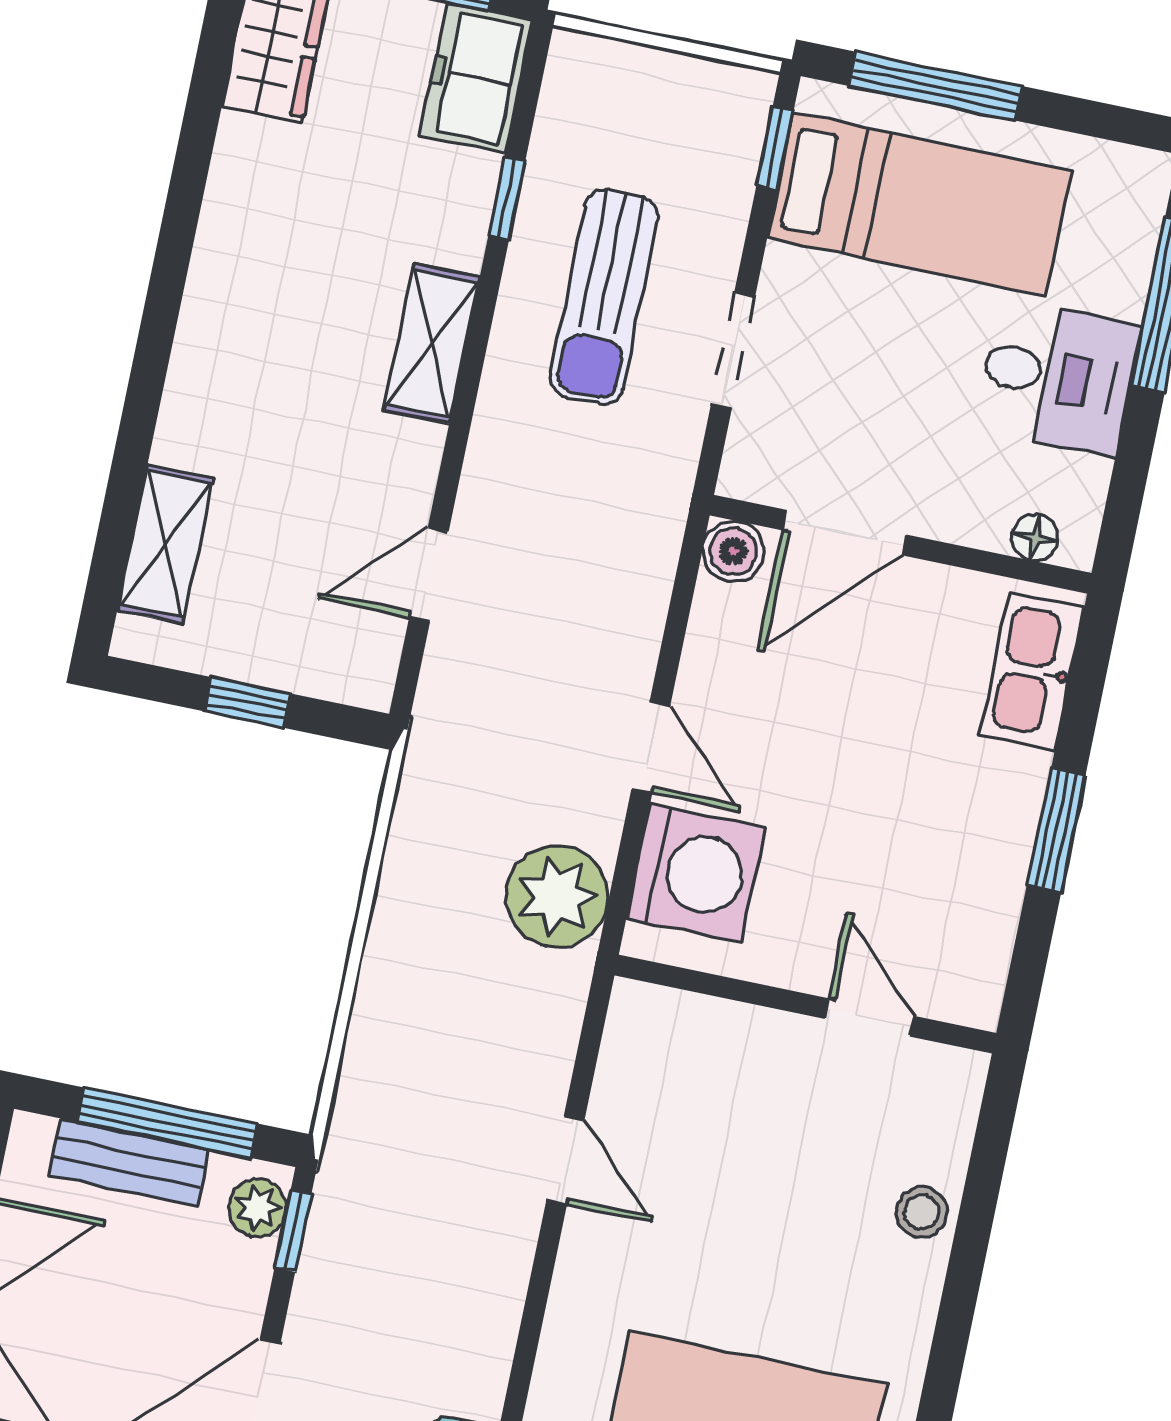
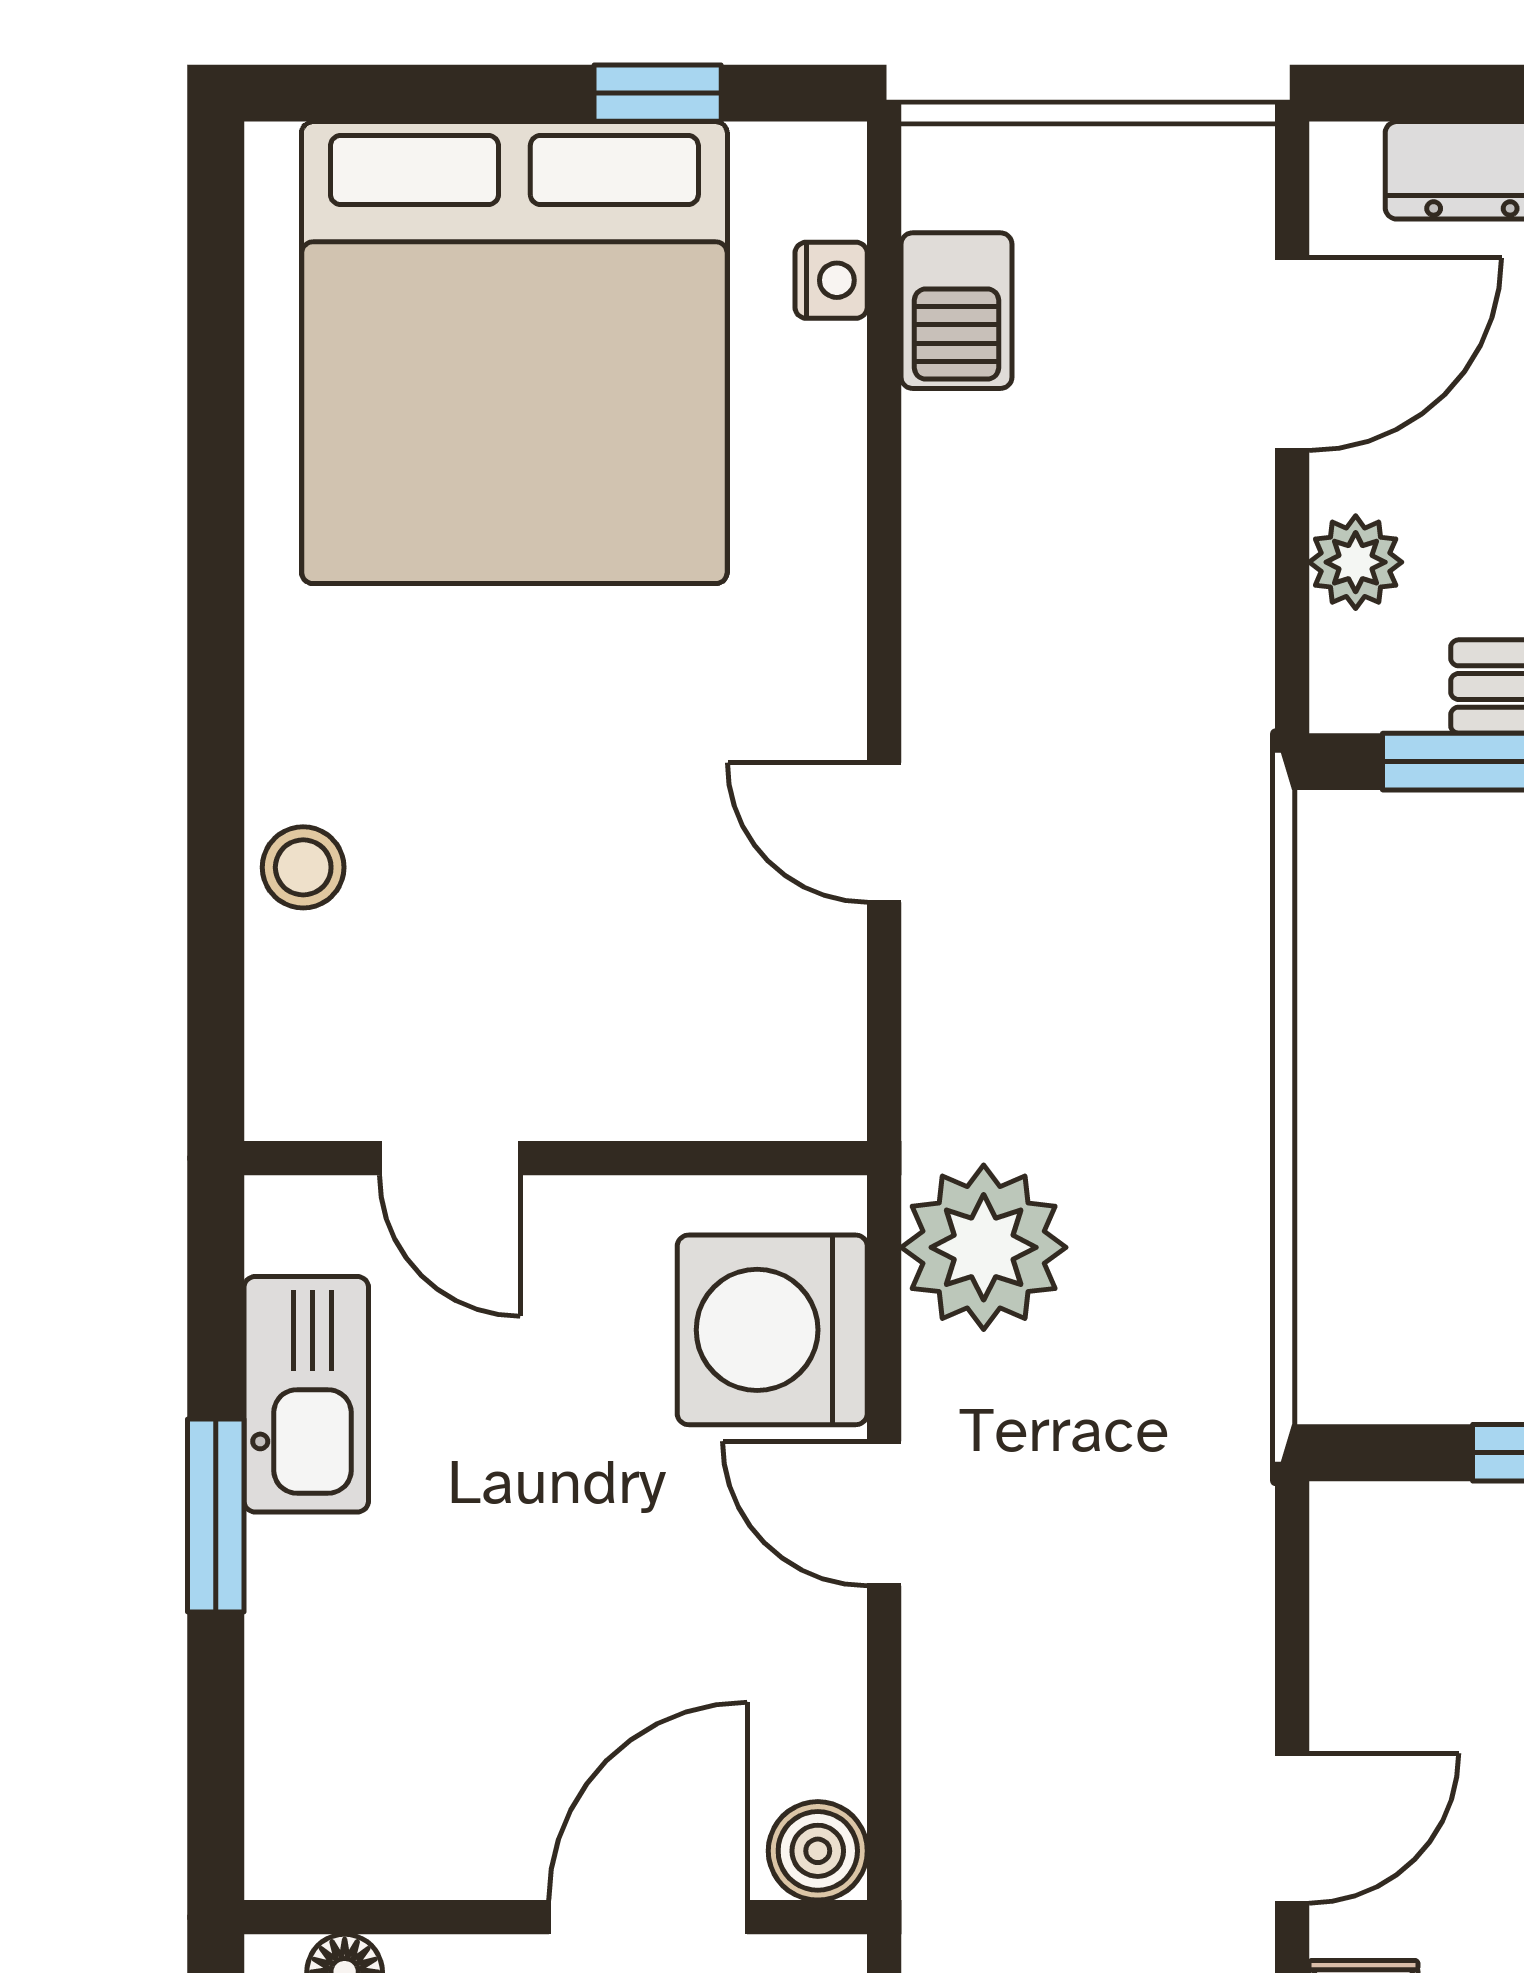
door: (429, 575) -> (1292, 1828), moved
kitchen sink: (1032, 671) -> (306, 1394), moved
plant: (258, 1208) -> (1356, 562), moved
window: (293, 1231) -> (1292, 631), removed

